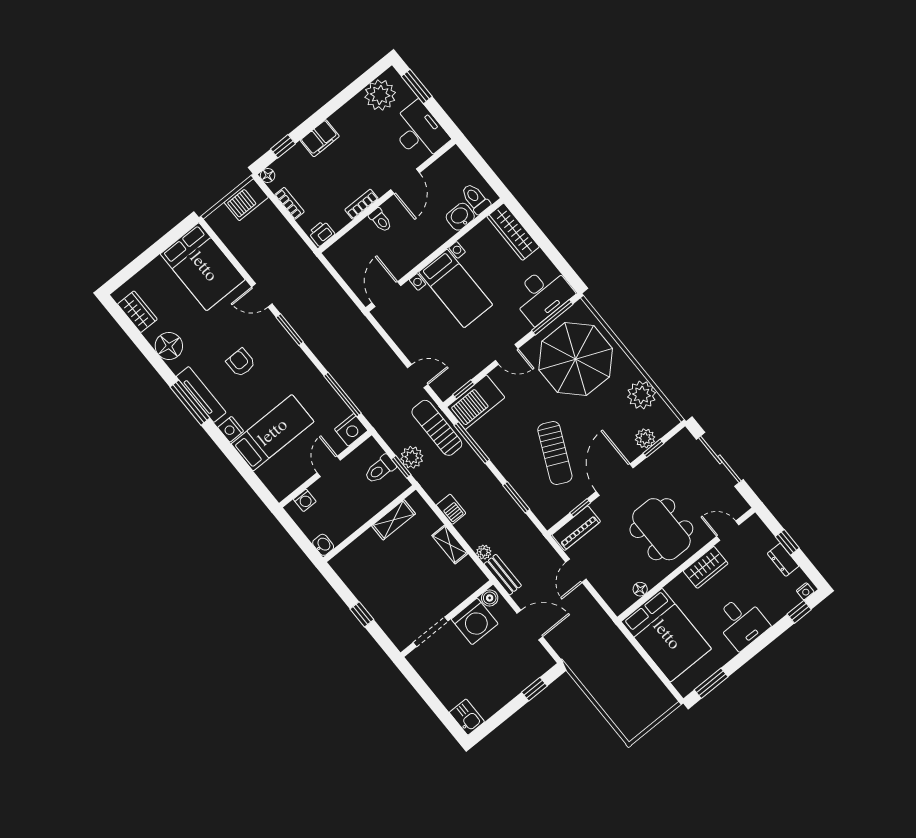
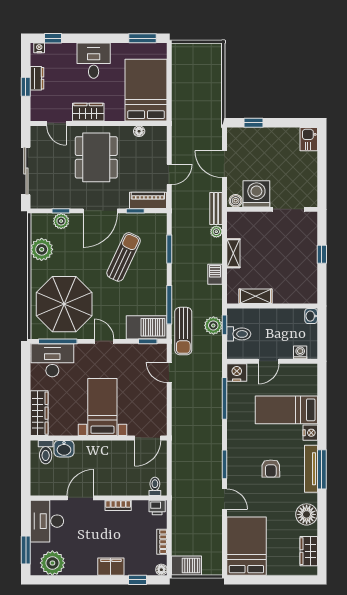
toilet: (380, 220) -> (155, 486), moved

